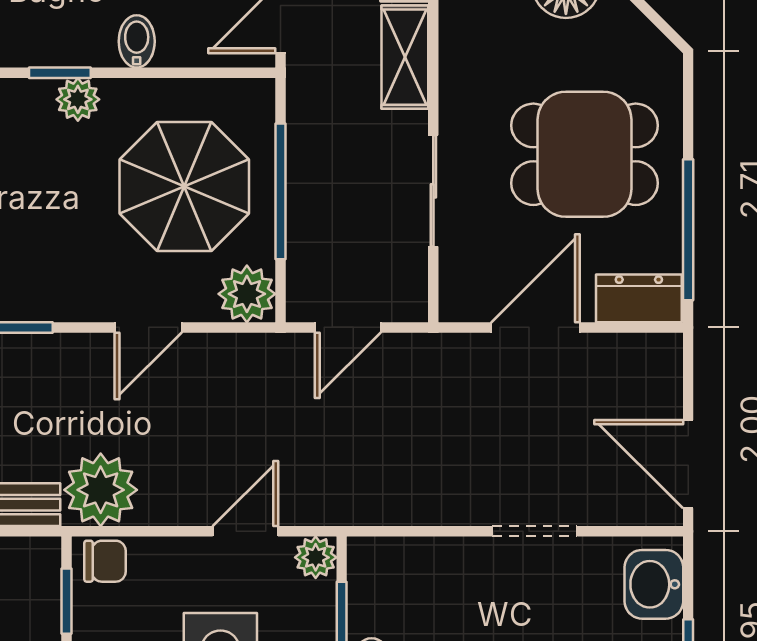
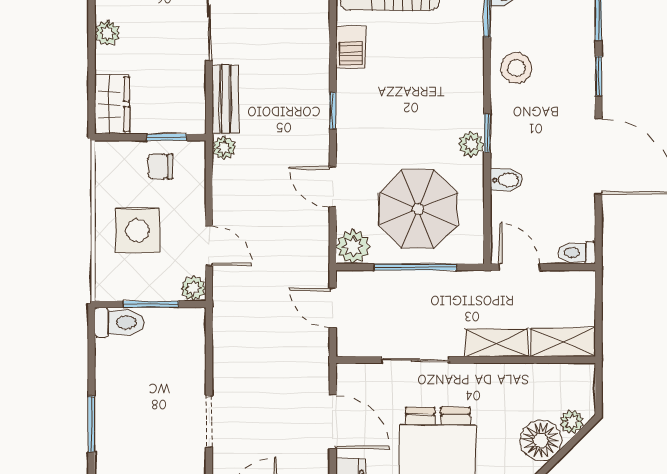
plant: (101, 490) -> (224, 148), width x0.53, depth x0.53
chair: (105, 561) -> (160, 167), moved, turned 90

